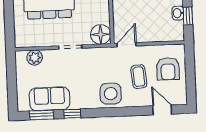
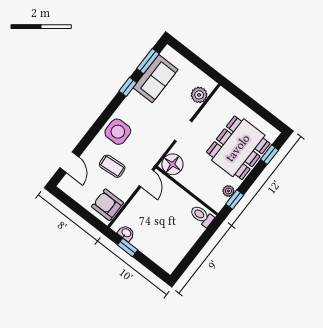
washbasin: (178, 13) -> (126, 233), moved
armchair: (168, 69) -> (107, 205), moved
door: (162, 110) -> (69, 162), hinge flipped

